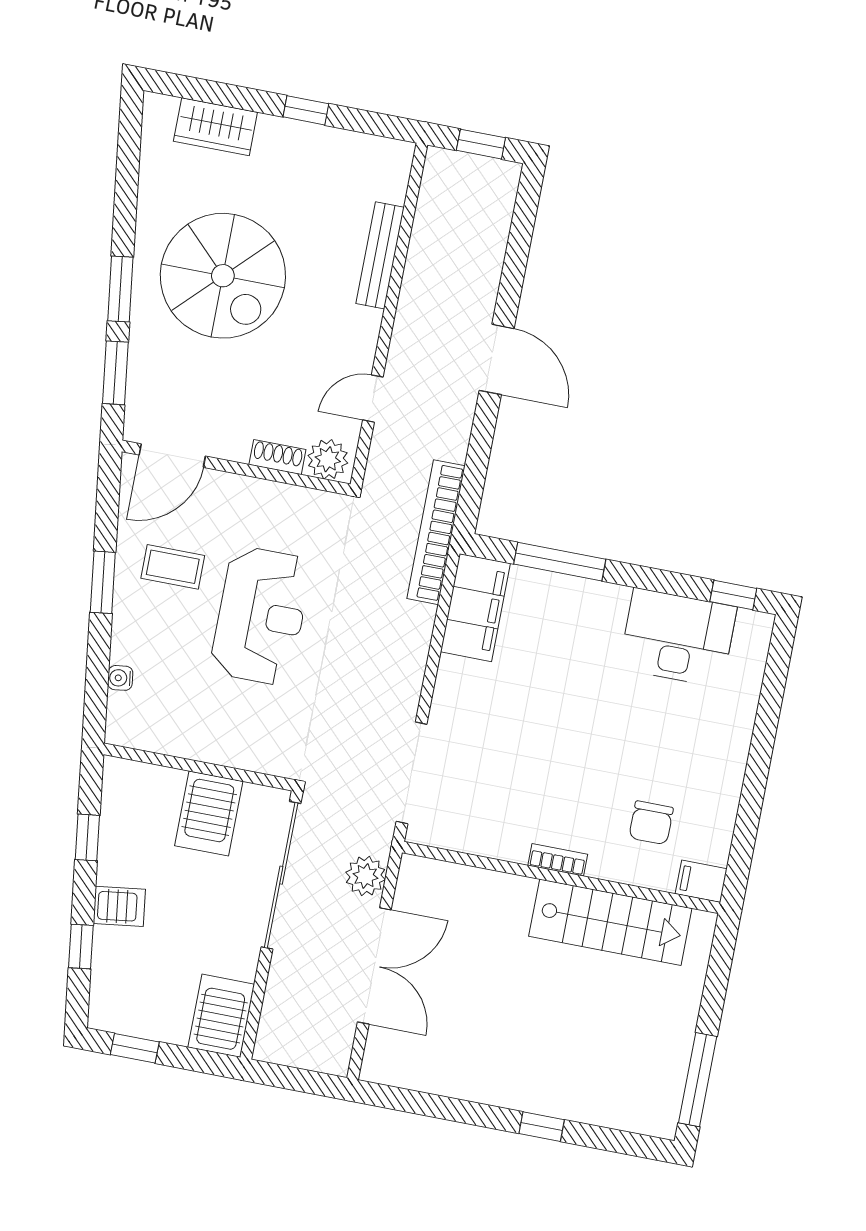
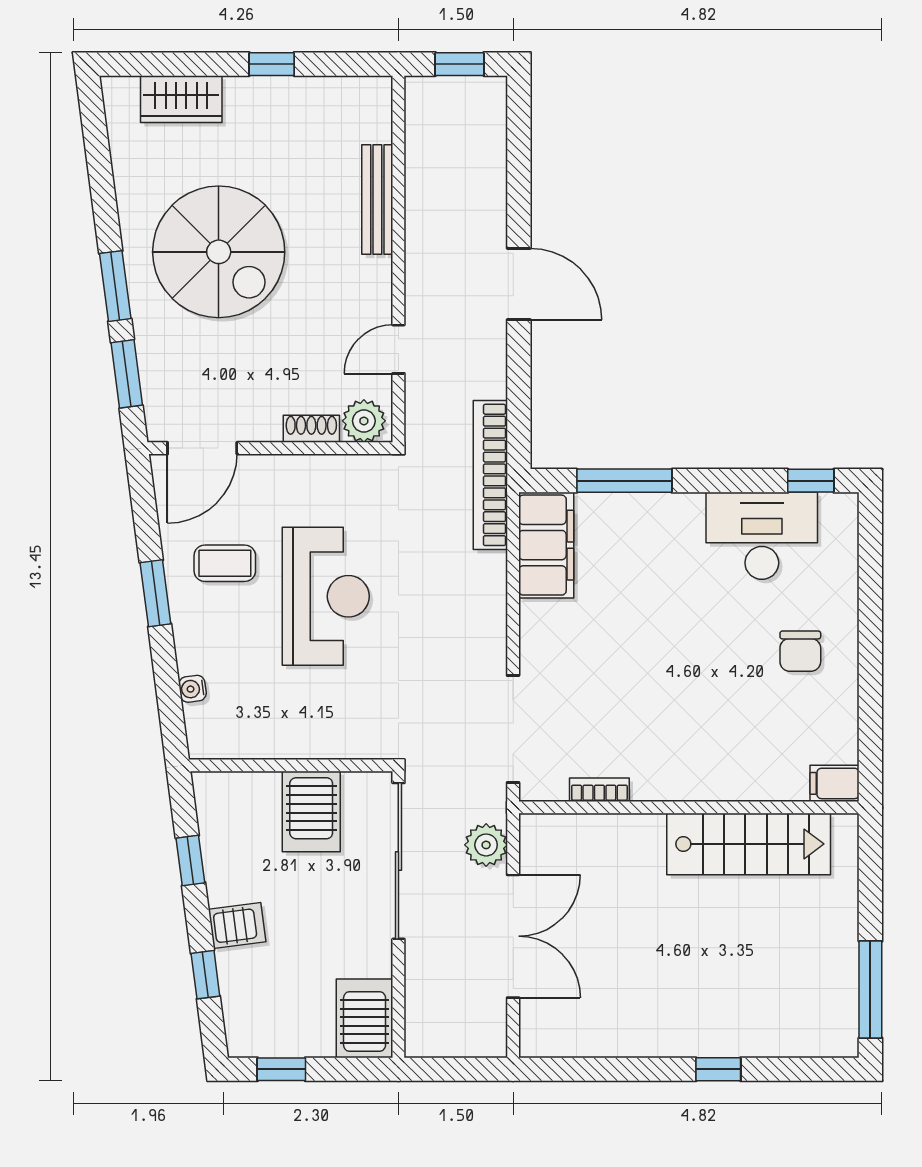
chair: (651, 823) -> (800, 651), moved
bookcase: (558, 860) -> (599, 790), moved

